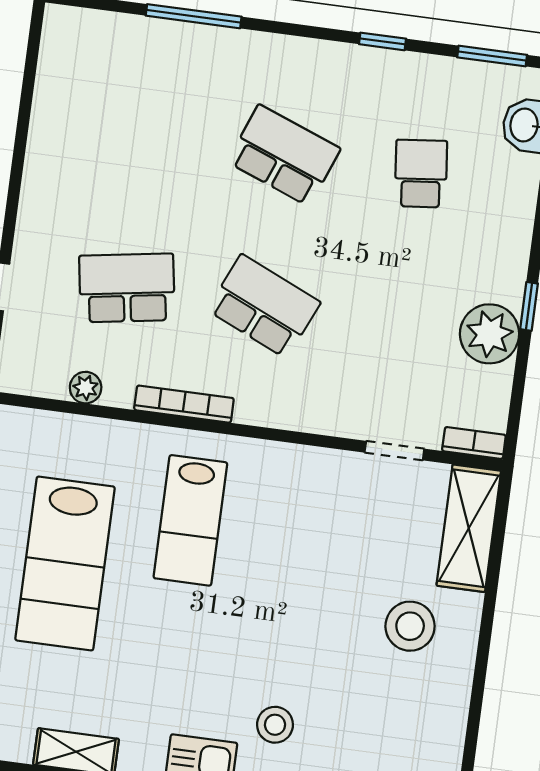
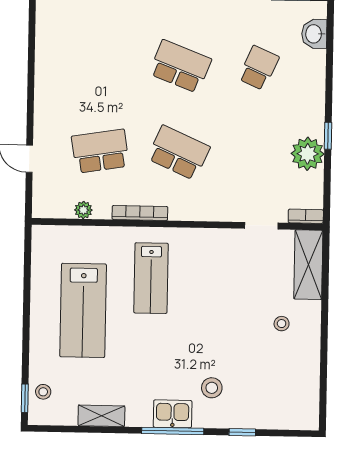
school desk: (421, 174) -> (259, 68), turned 30
stool: (410, 626) -> (282, 324), width x0.53, depth x0.53

